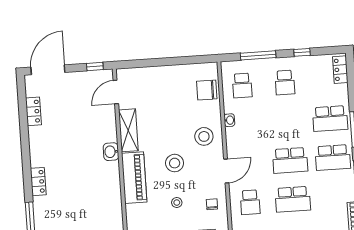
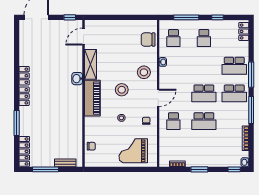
locker: (33, 111) -> (24, 76), moved

